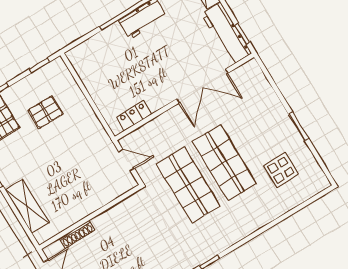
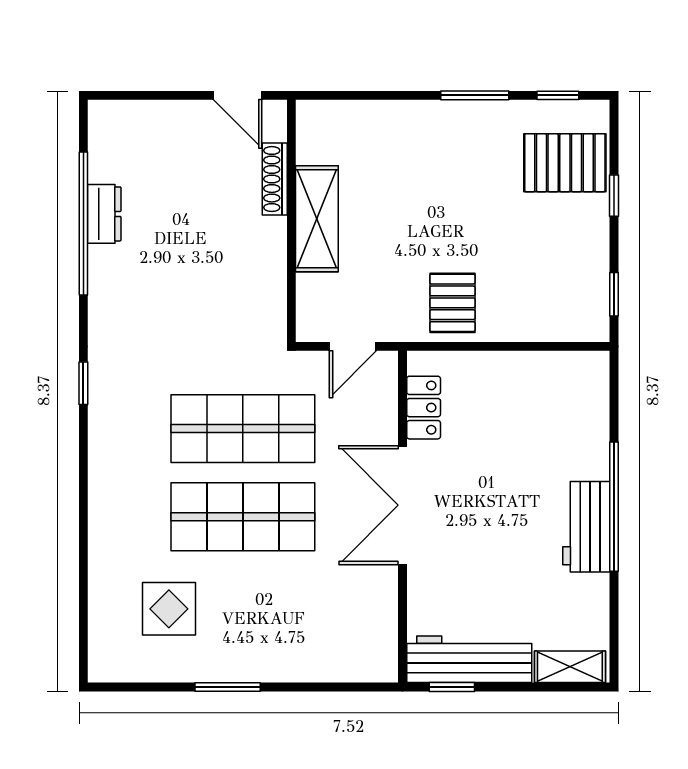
double door: (202, 86) -> (402, 505), moved
pallet: (45, 112) -> (452, 303), moved
shelving: (27, 206) -> (317, 219), moved, turned 90

